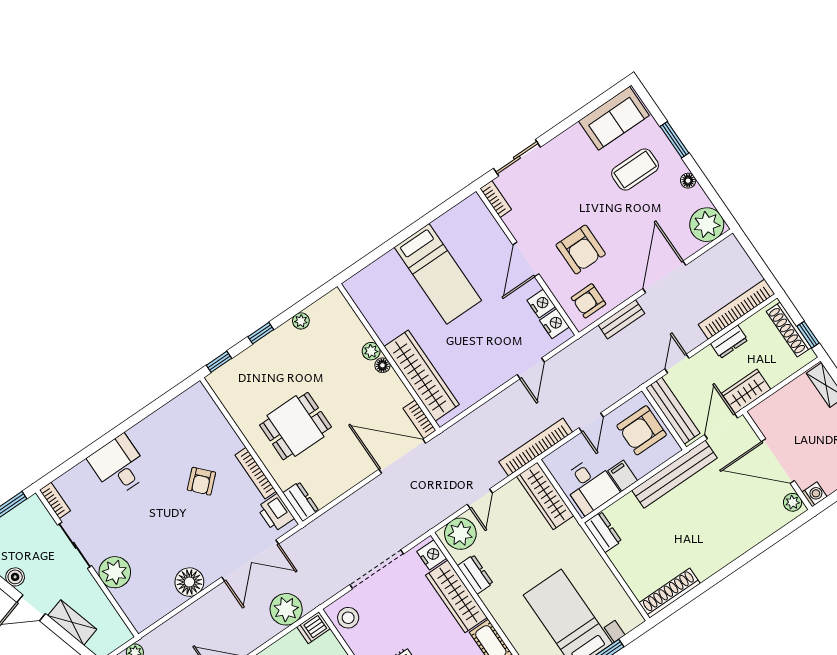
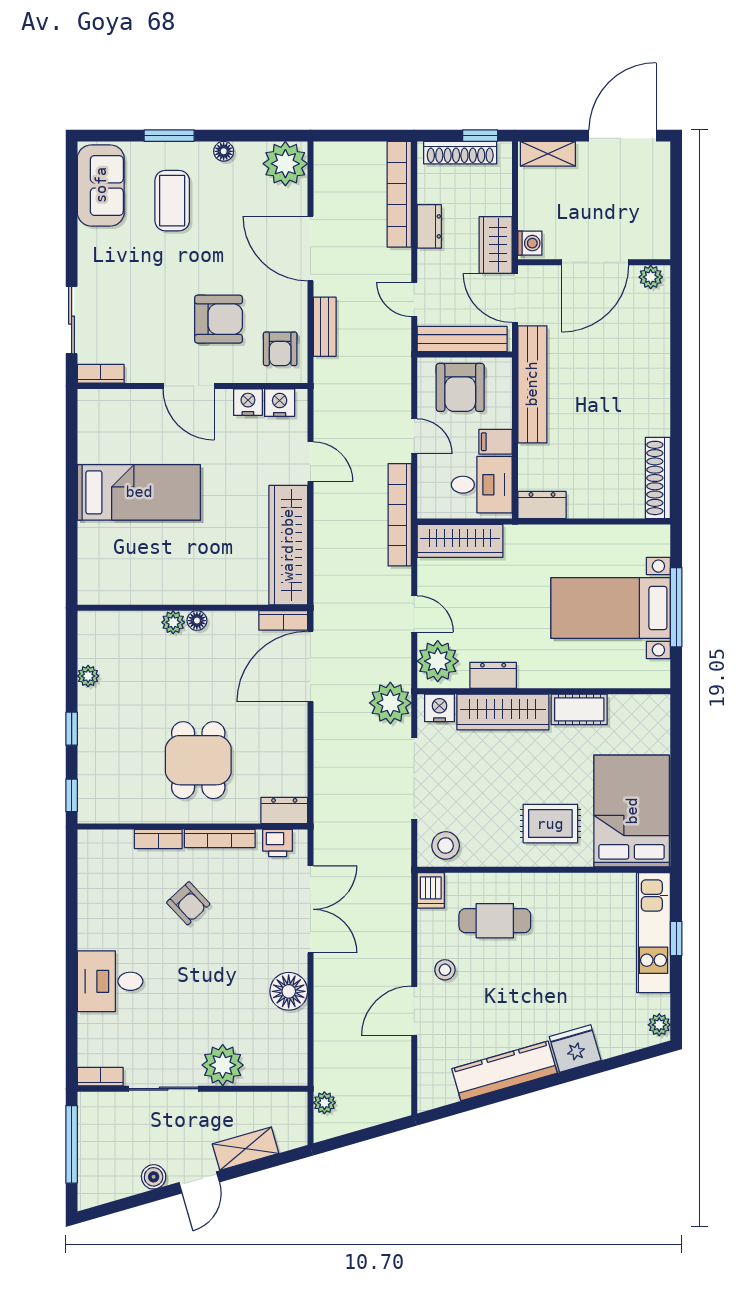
wardrobe: (422, 376) -> (288, 545), moved, turned -90
bookcase: (229, 435) -> (158, 839), added
washing machine: (814, 494) -> (530, 243), moved, turned 90
printer: (276, 513) -> (278, 843), width x0.73, depth x0.81
plant: (286, 609) -> (390, 703), moved

